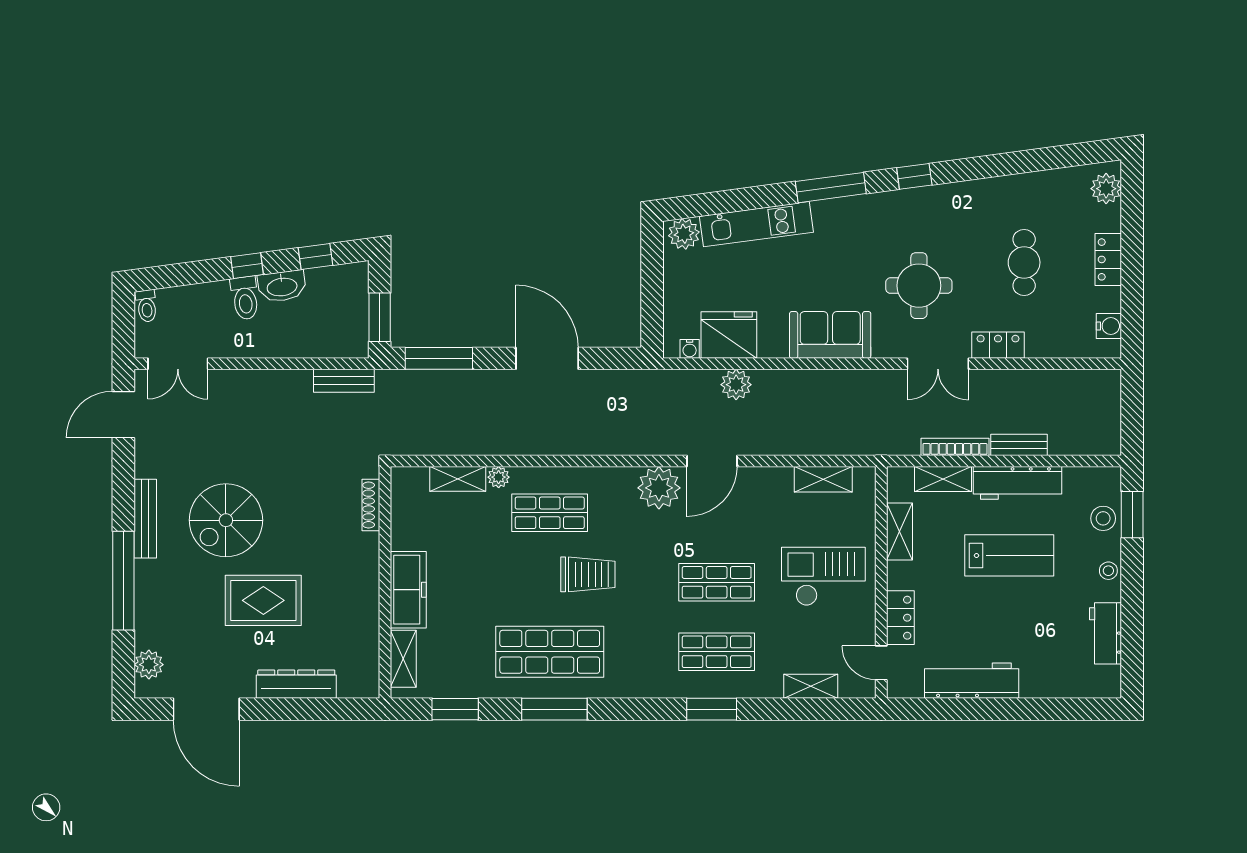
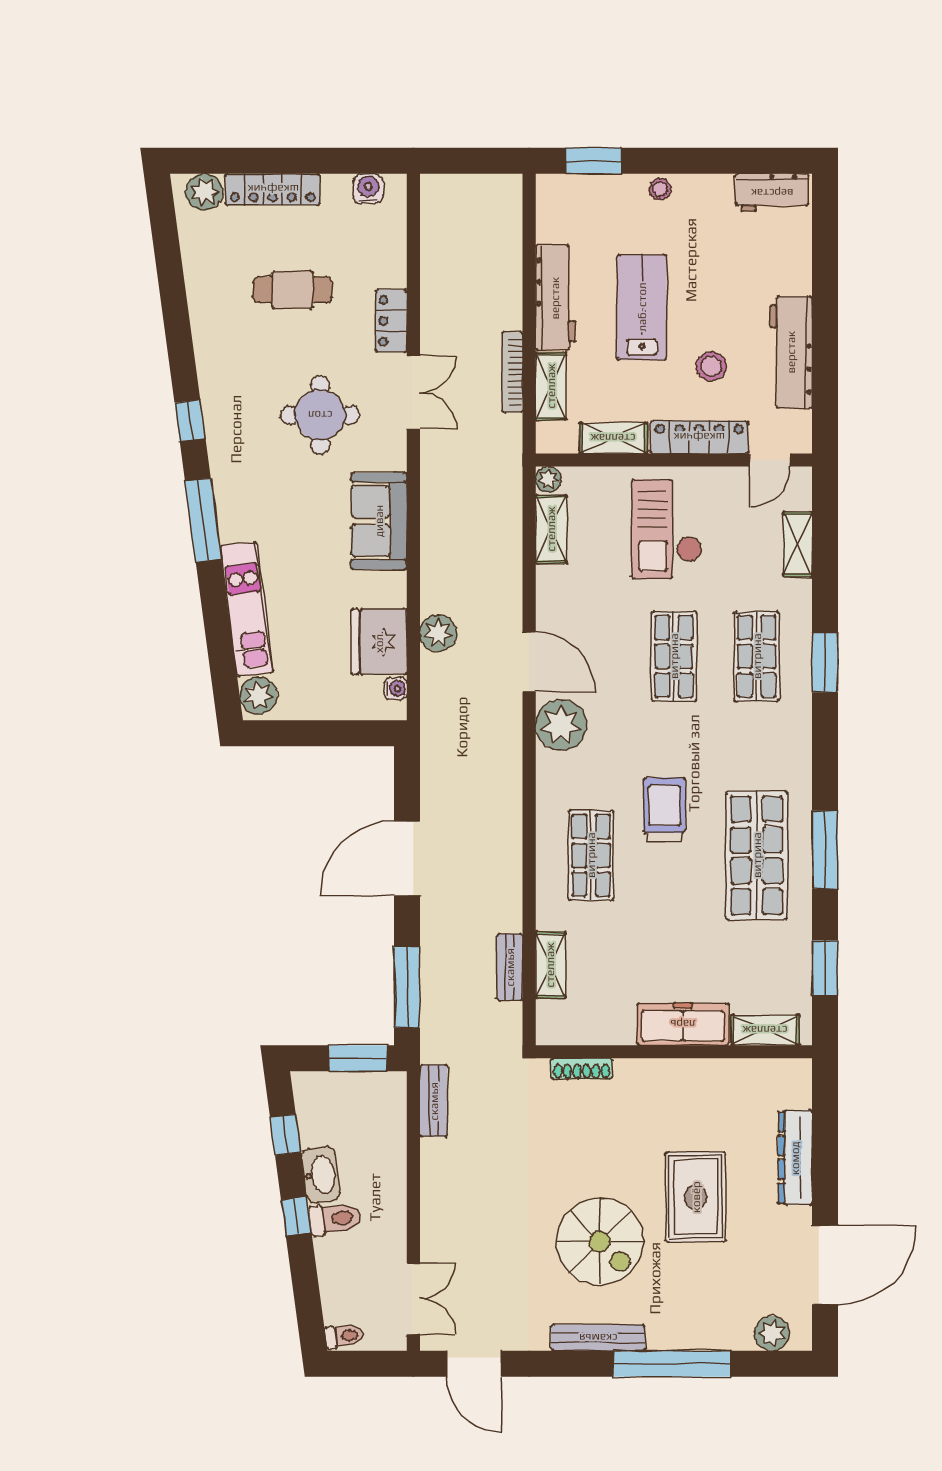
locker: (1108, 259) -> (273, 189), width x1.53
bench: (1019, 445) -> (510, 967), moved
plant: (499, 477) -> (549, 479), moved
stool: (1103, 518) -> (711, 366), moved
locker: (900, 618) -> (699, 437), width x1.53
workbench: (1106, 633) -> (772, 193), moved

